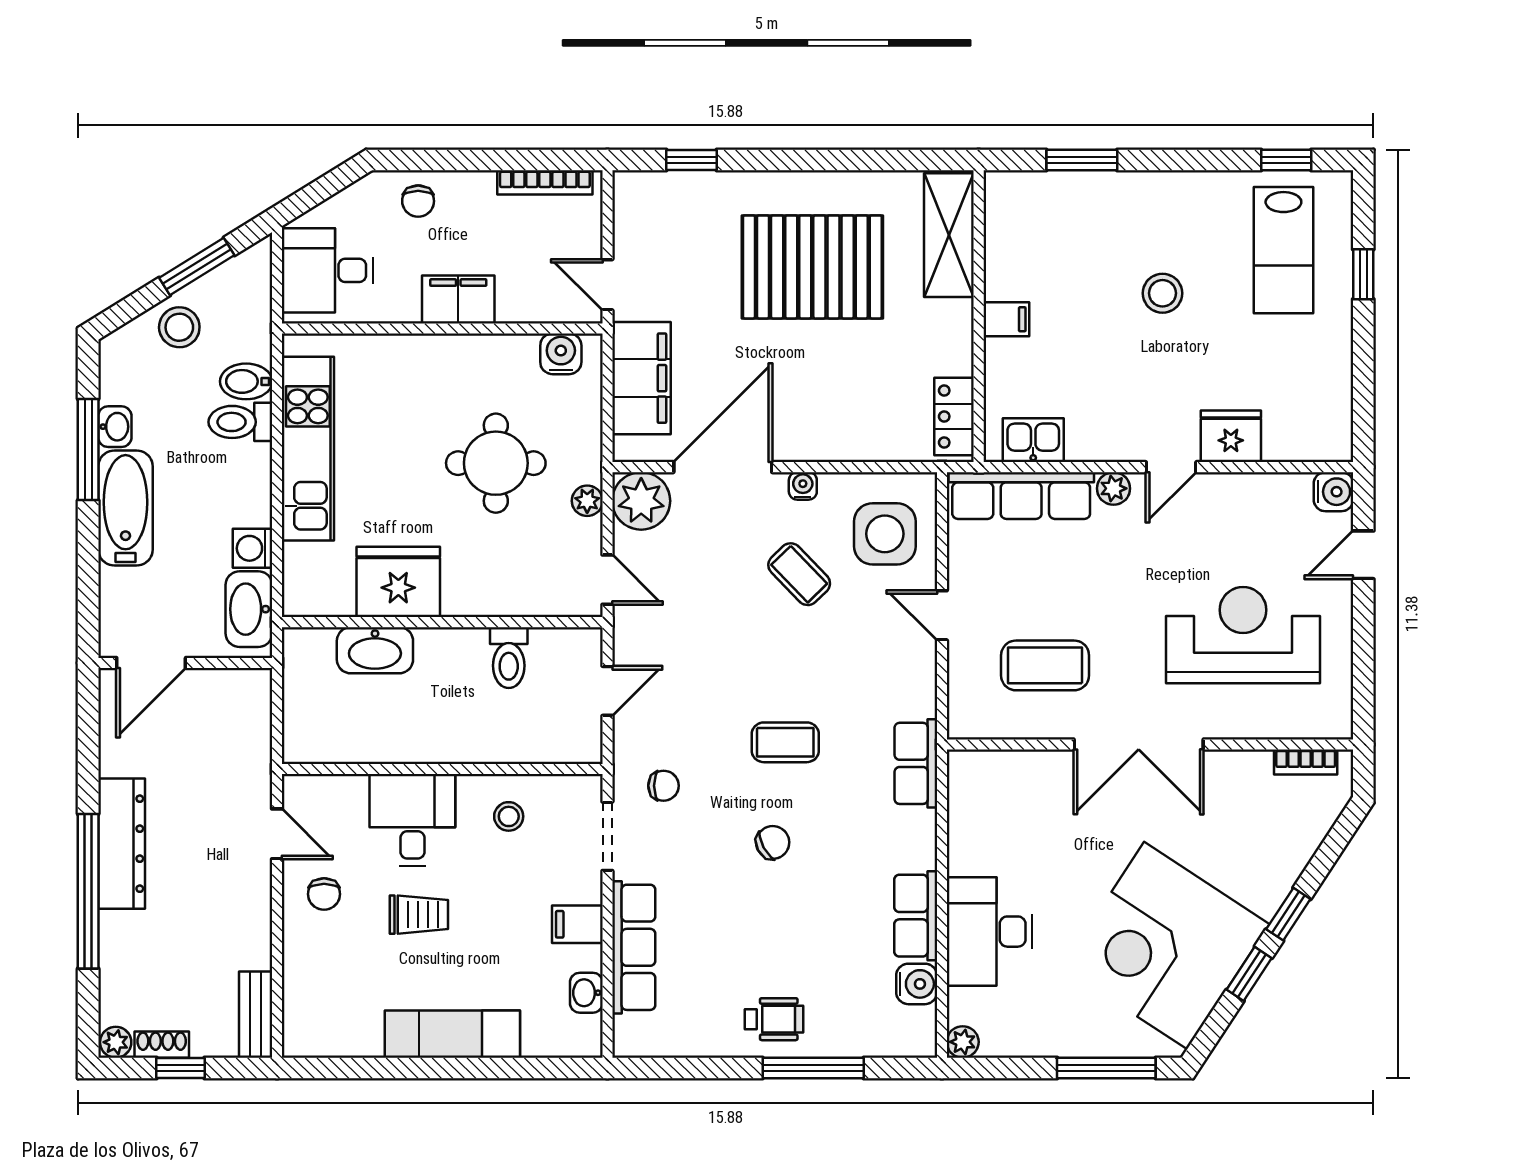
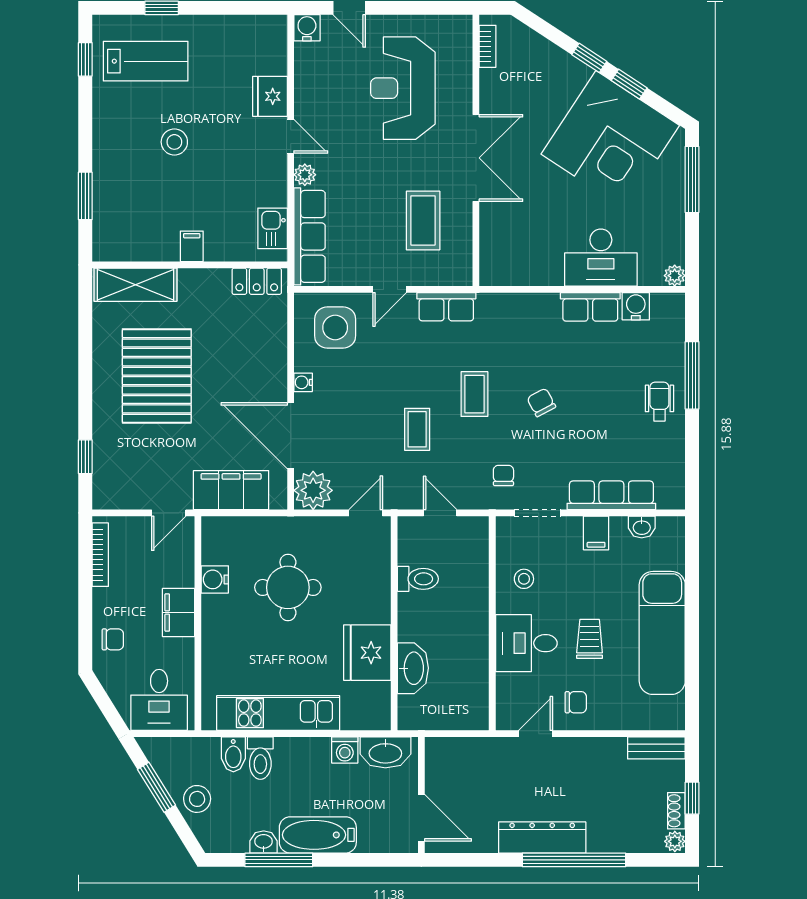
water cooler: (561, 354) -> (215, 579), moved
plant: (587, 501) -> (313, 526), removed
coffee table: (799, 574) -> (417, 429), moved, turned -46
row of seats: (916, 763) -> (446, 307), moved
exam couch: (452, 1034) -> (662, 633), width x1.36, depth x1.45

